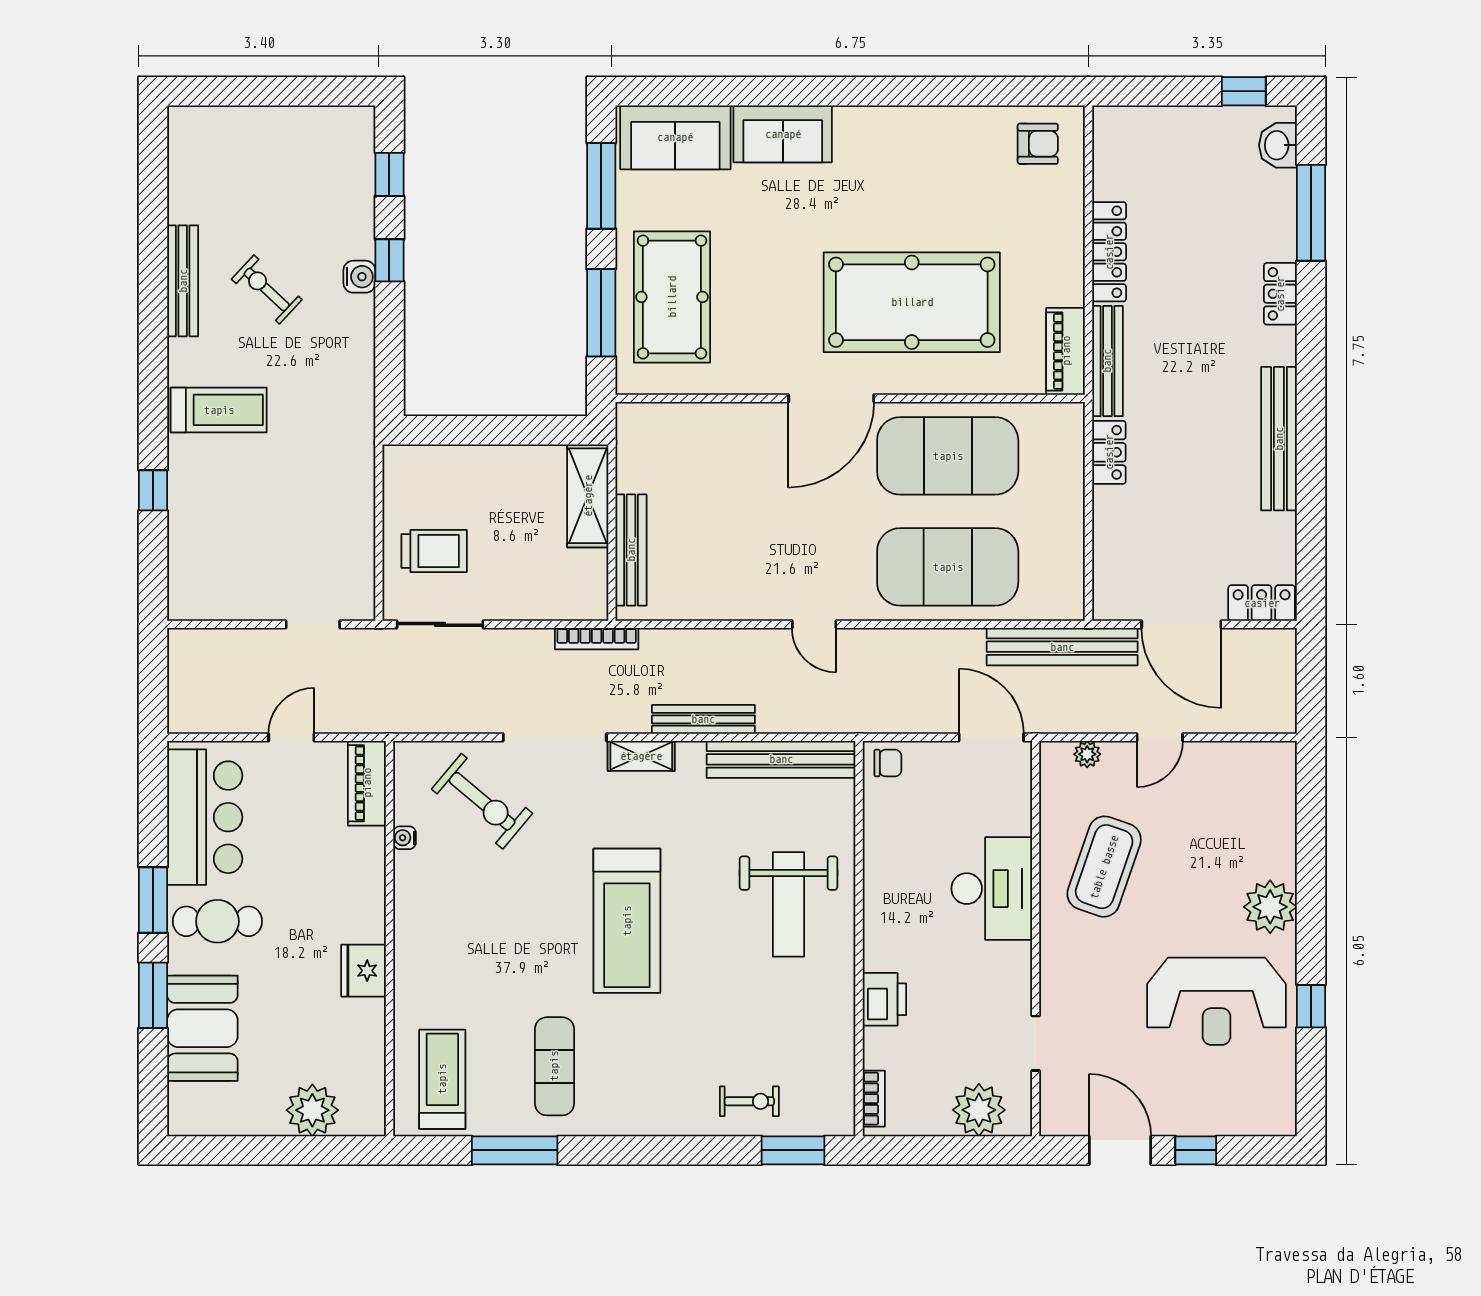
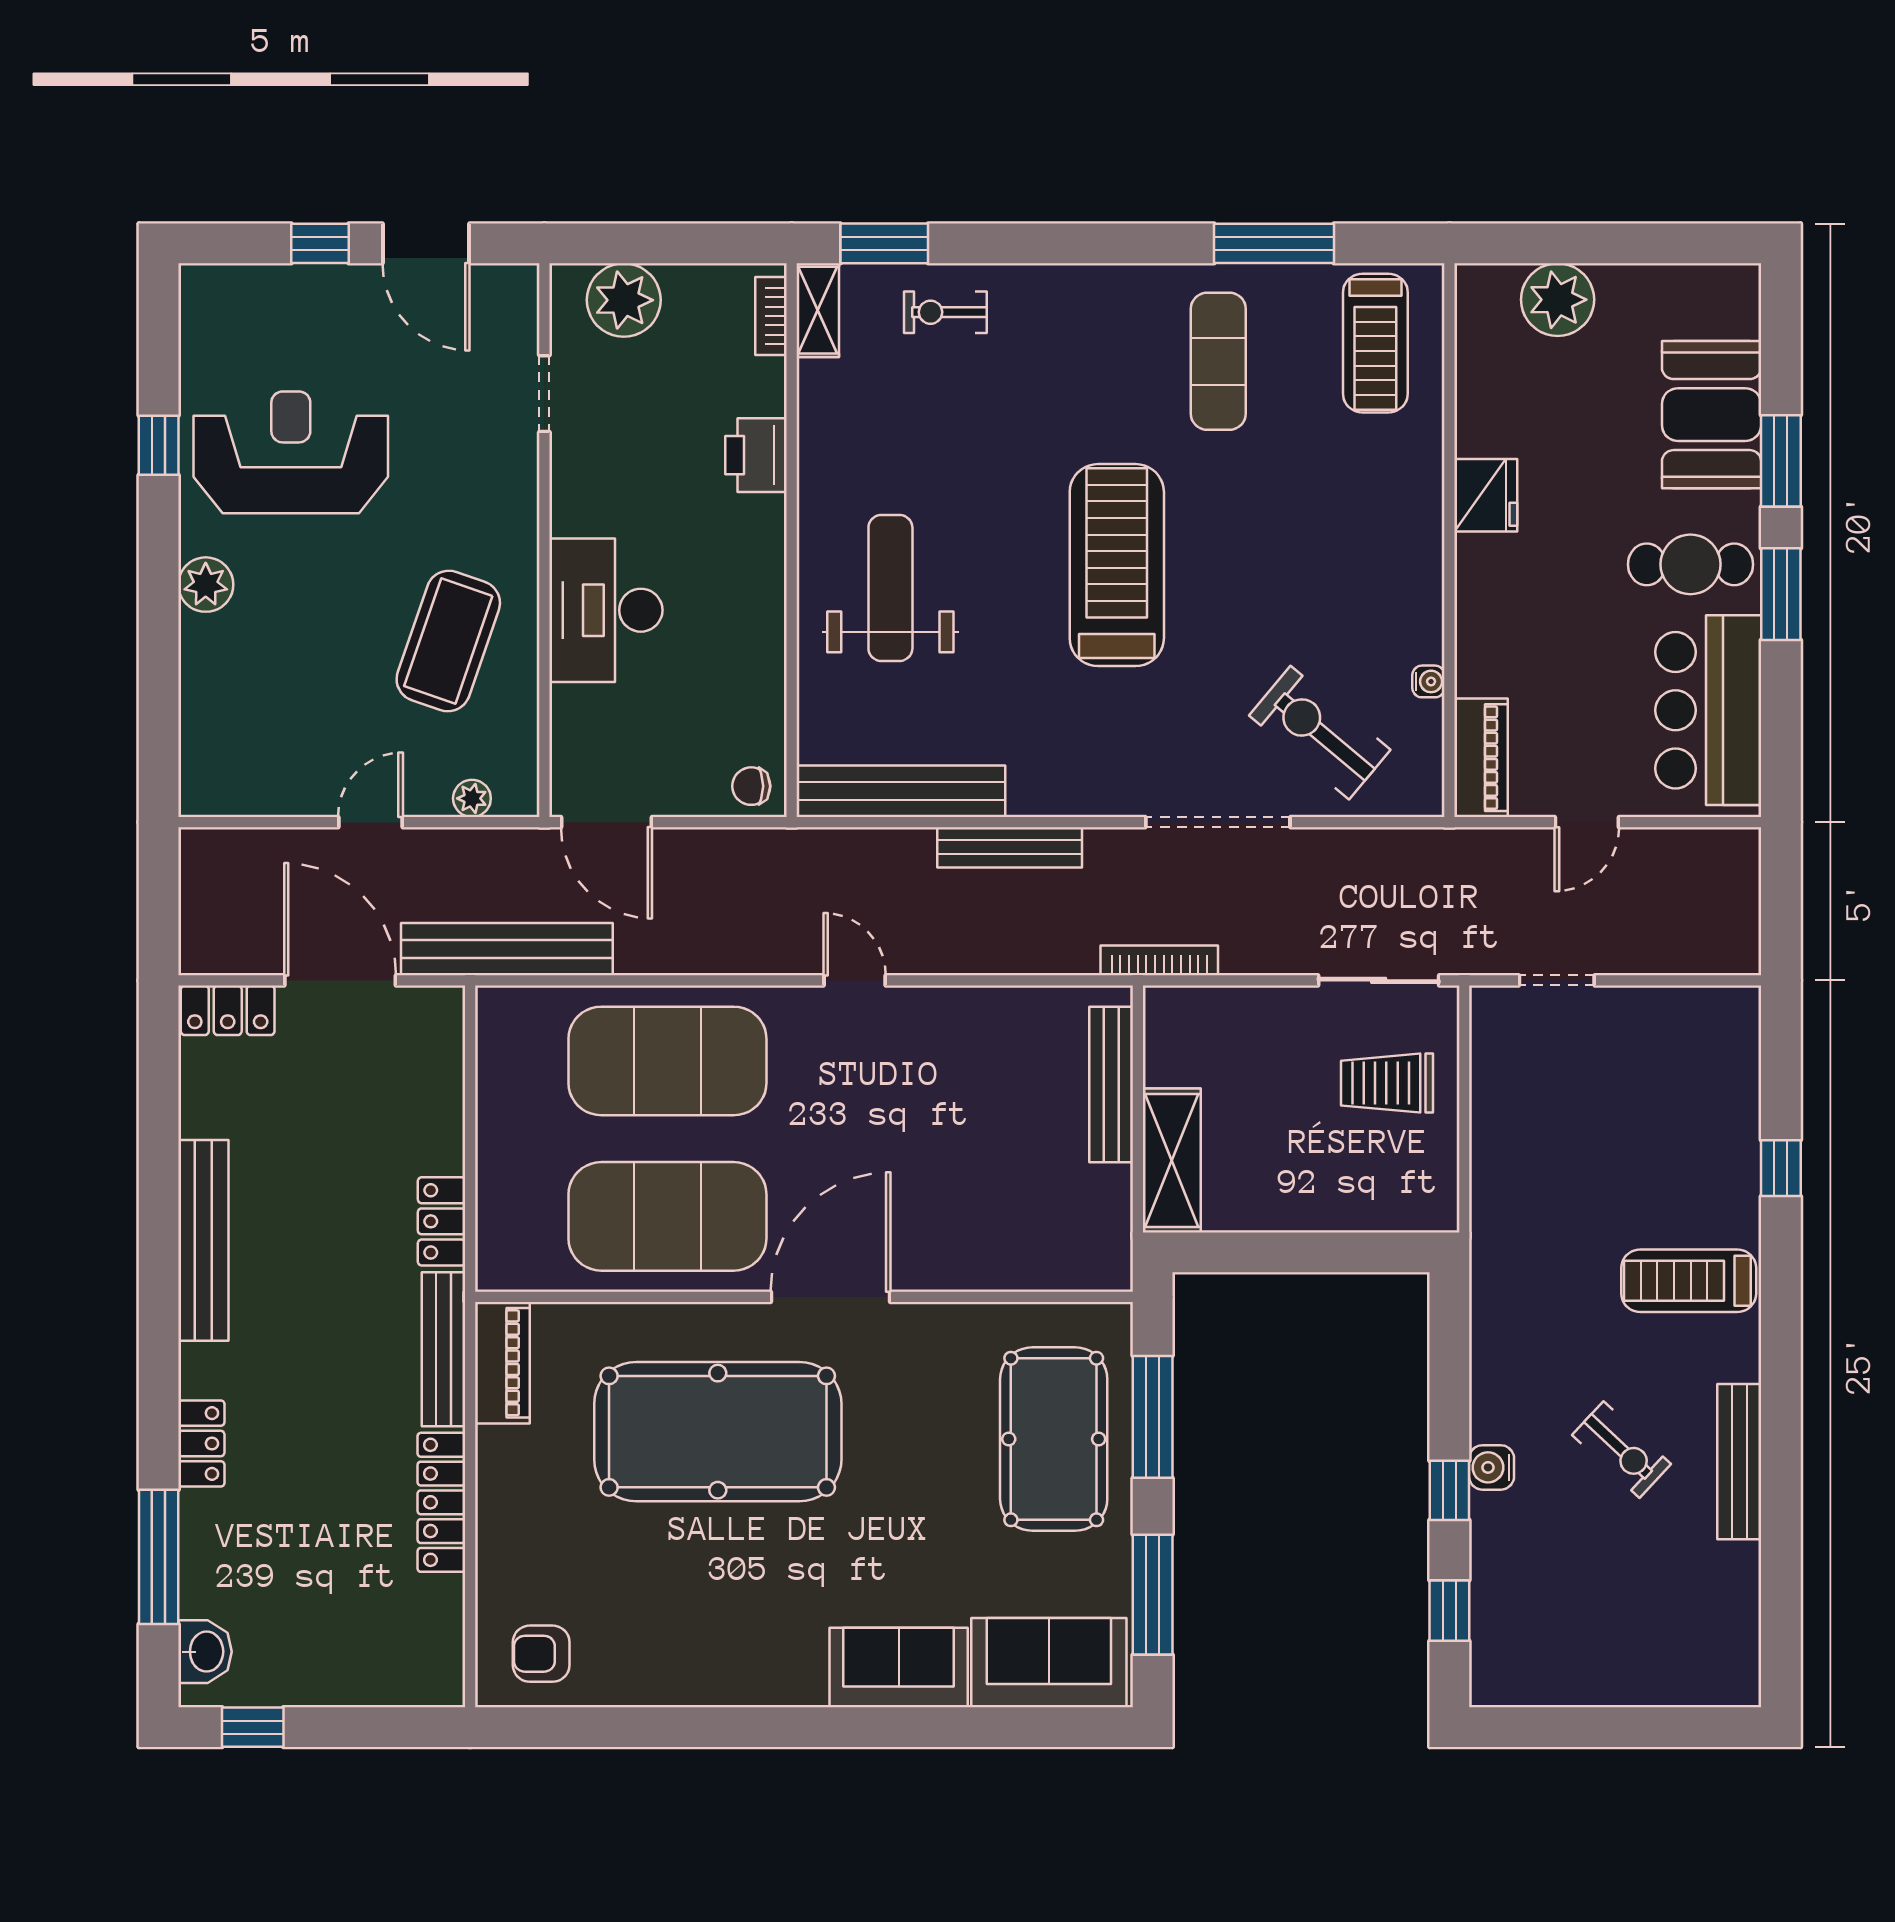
shelving: (641, 756) -> (818, 310), moved, turned 90
plant: (1270, 907) -> (206, 585), width x0.73, depth x0.73

